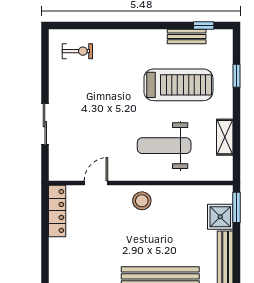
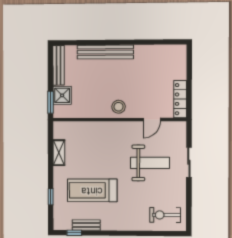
exercise bike: (77, 51) -> (165, 215), width x1.38, depth x1.39
weight bench: (164, 146) -> (150, 163), moved

